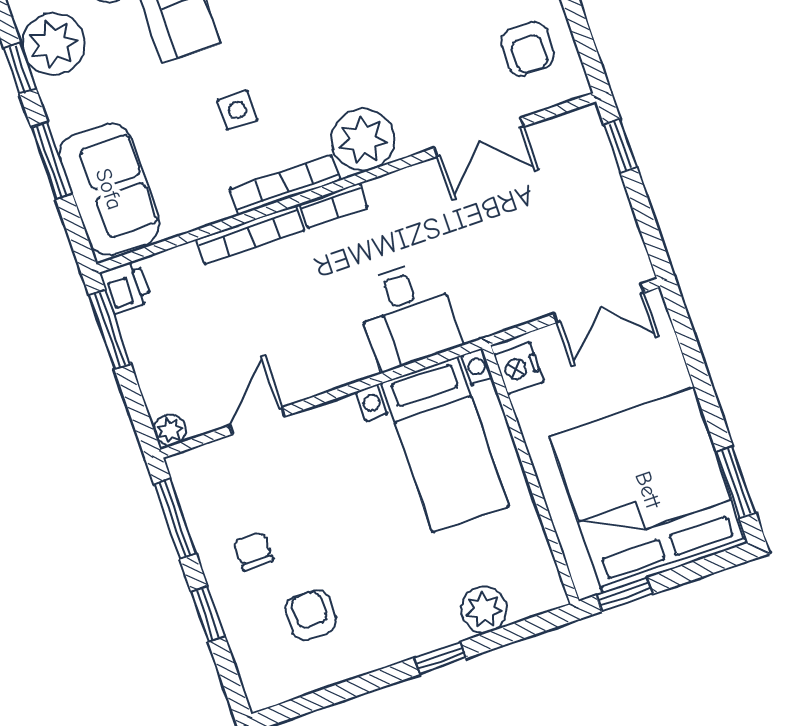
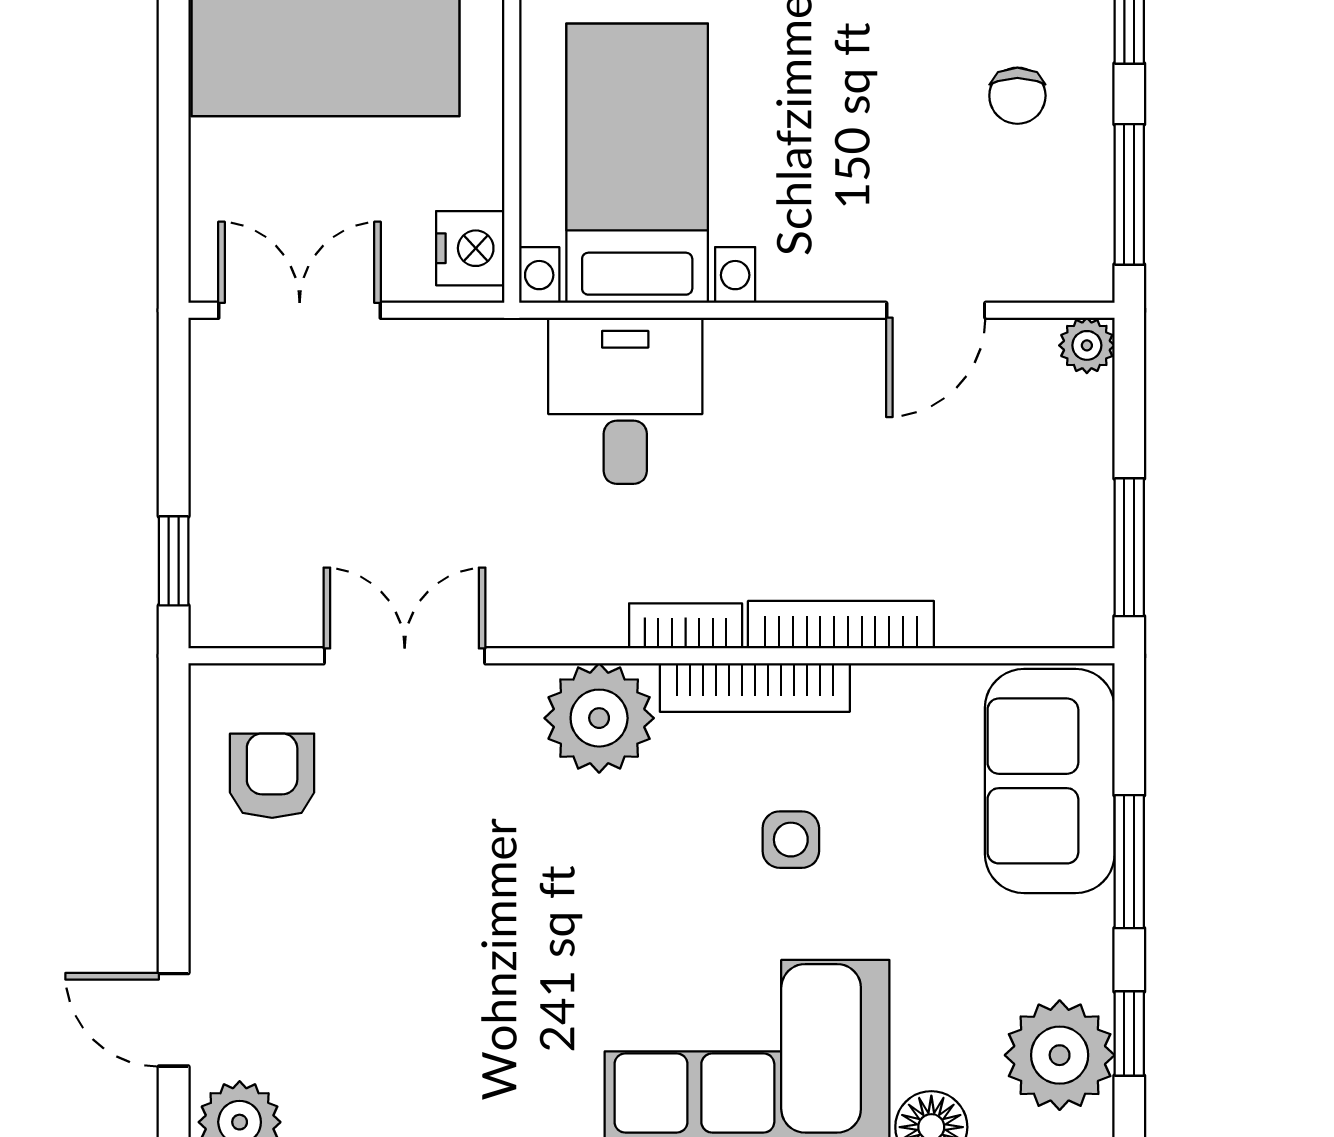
printer: (126, 287) -> (1079, 609), removed

